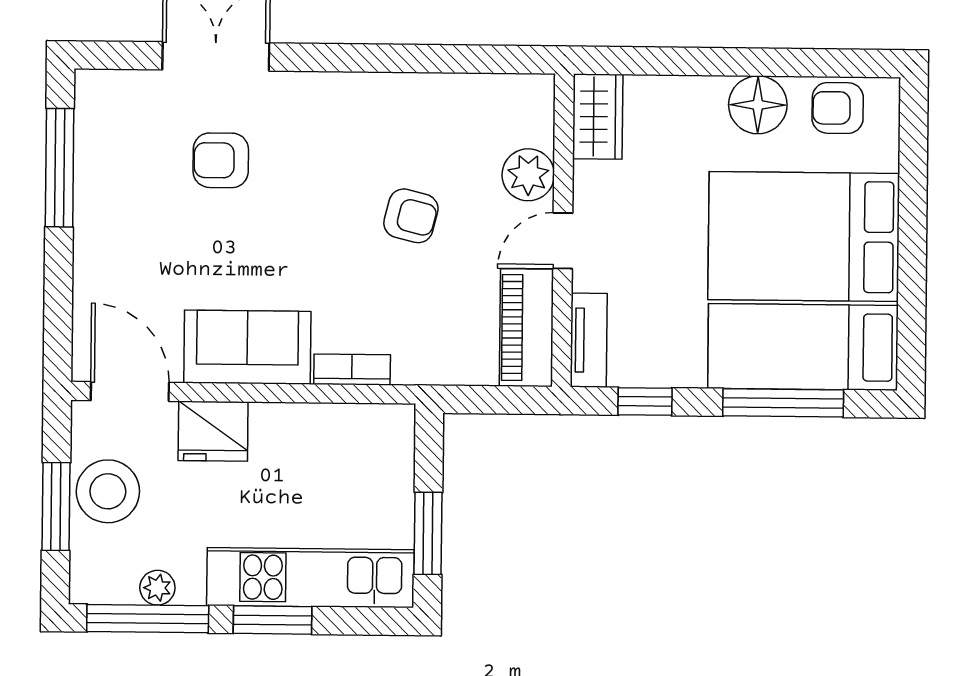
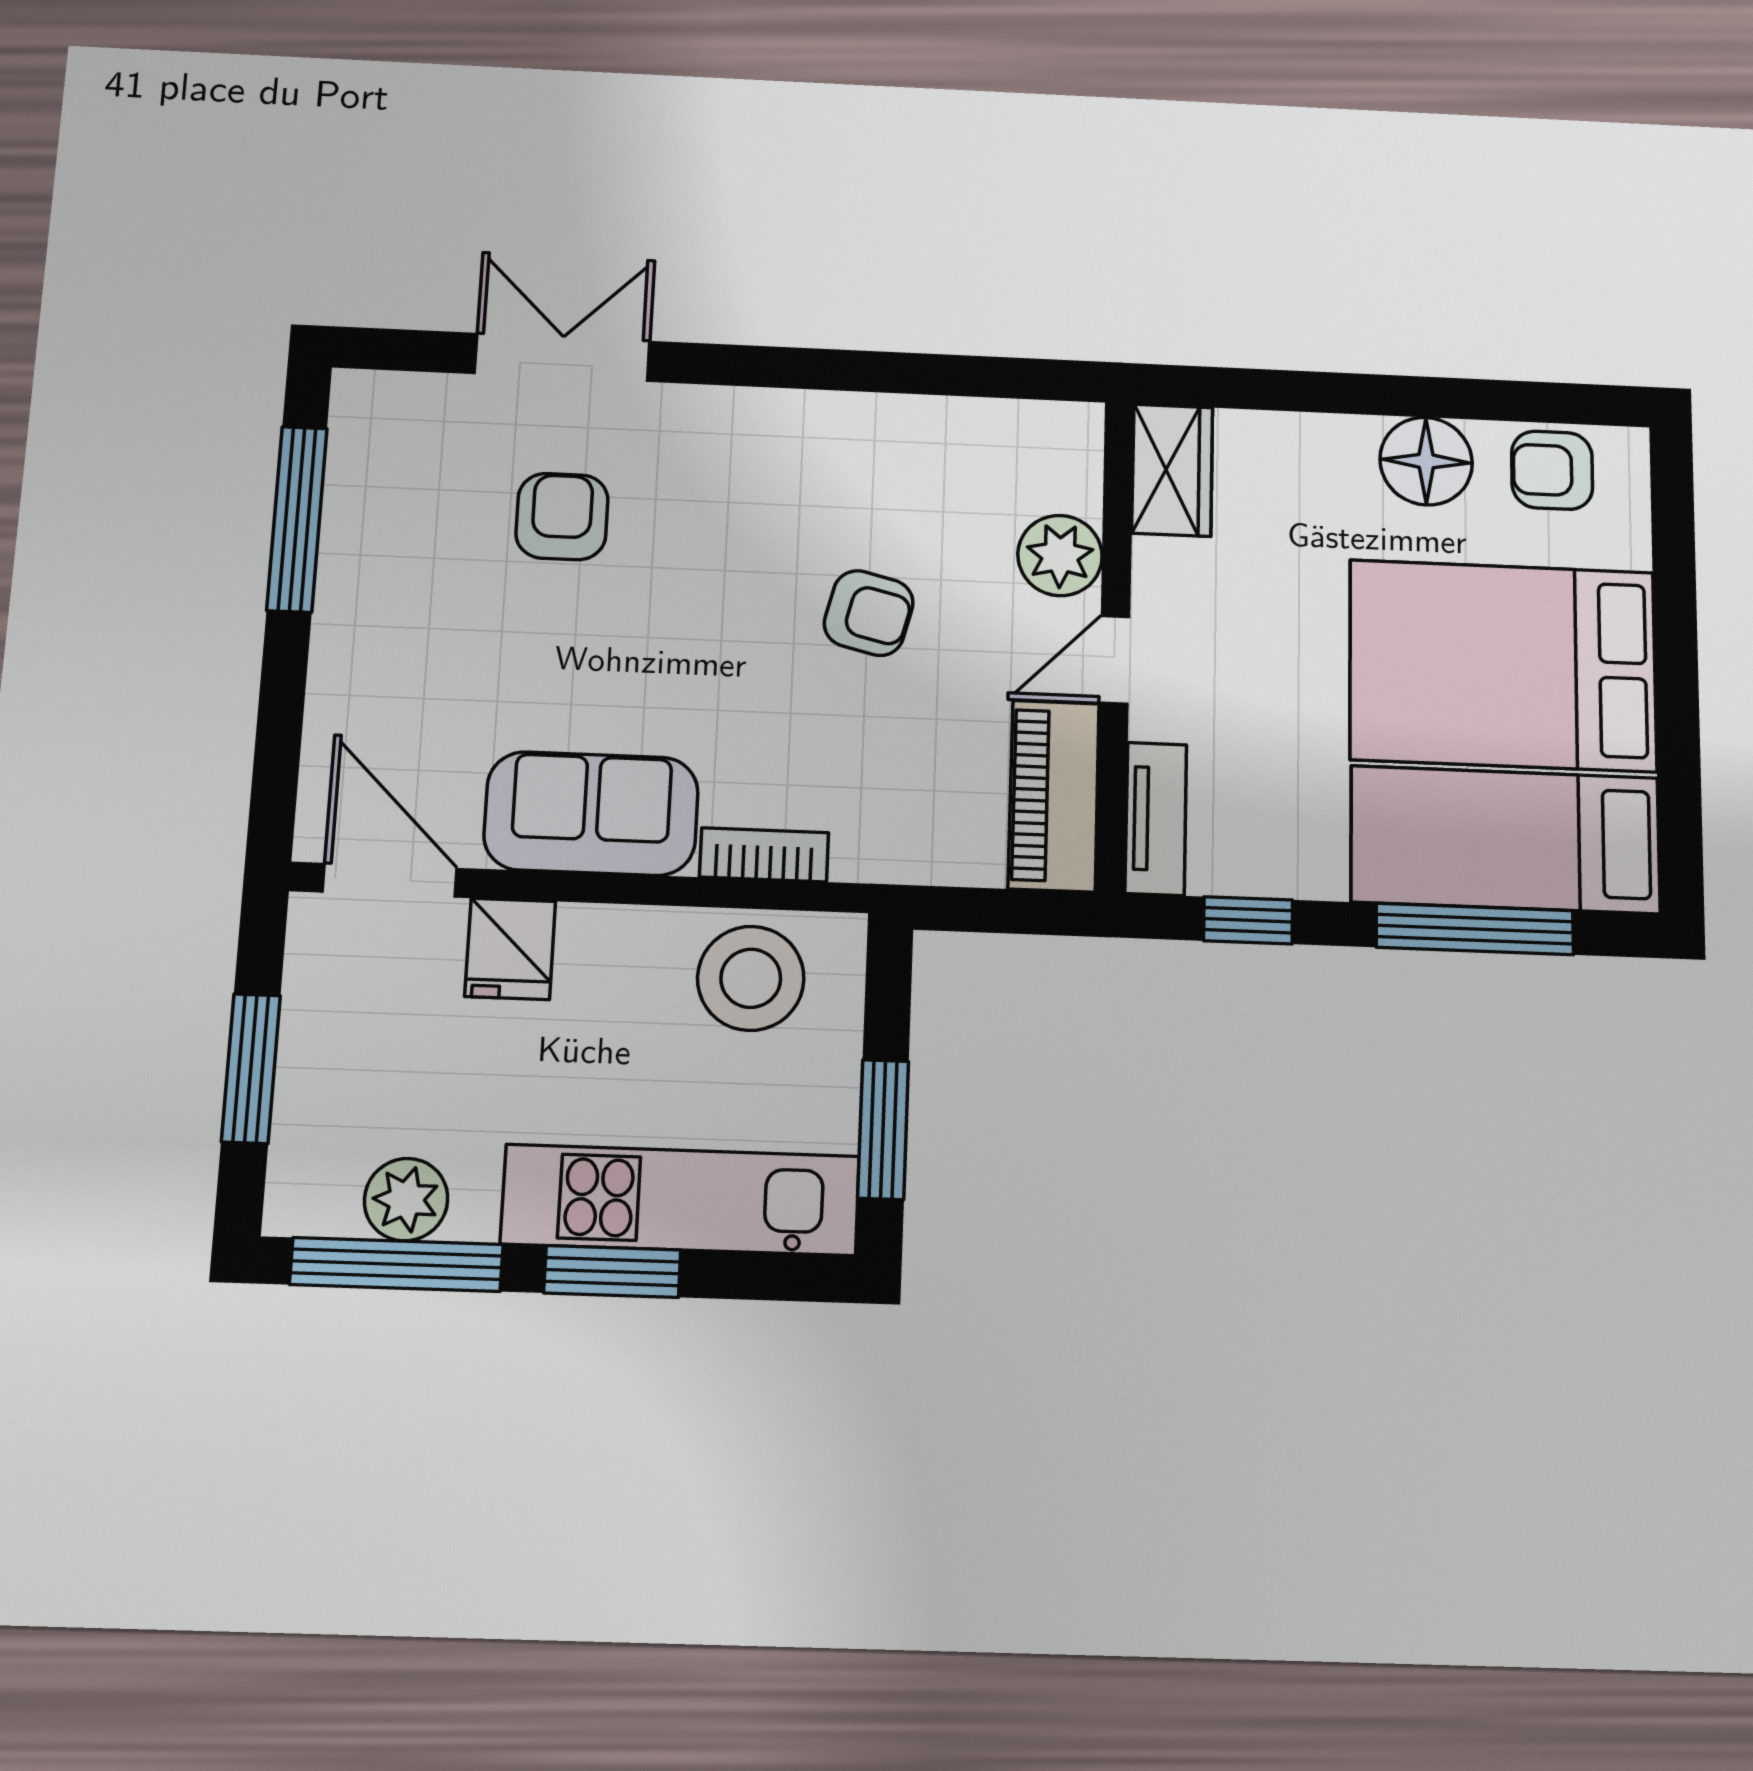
armchair: (221, 160) -> (562, 517), turned 90
fridge: (213, 431) -> (510, 949), width x0.72
stool: (108, 491) -> (751, 978), moved
plant: (157, 588) -> (406, 1200), width x1.38, depth x1.38

